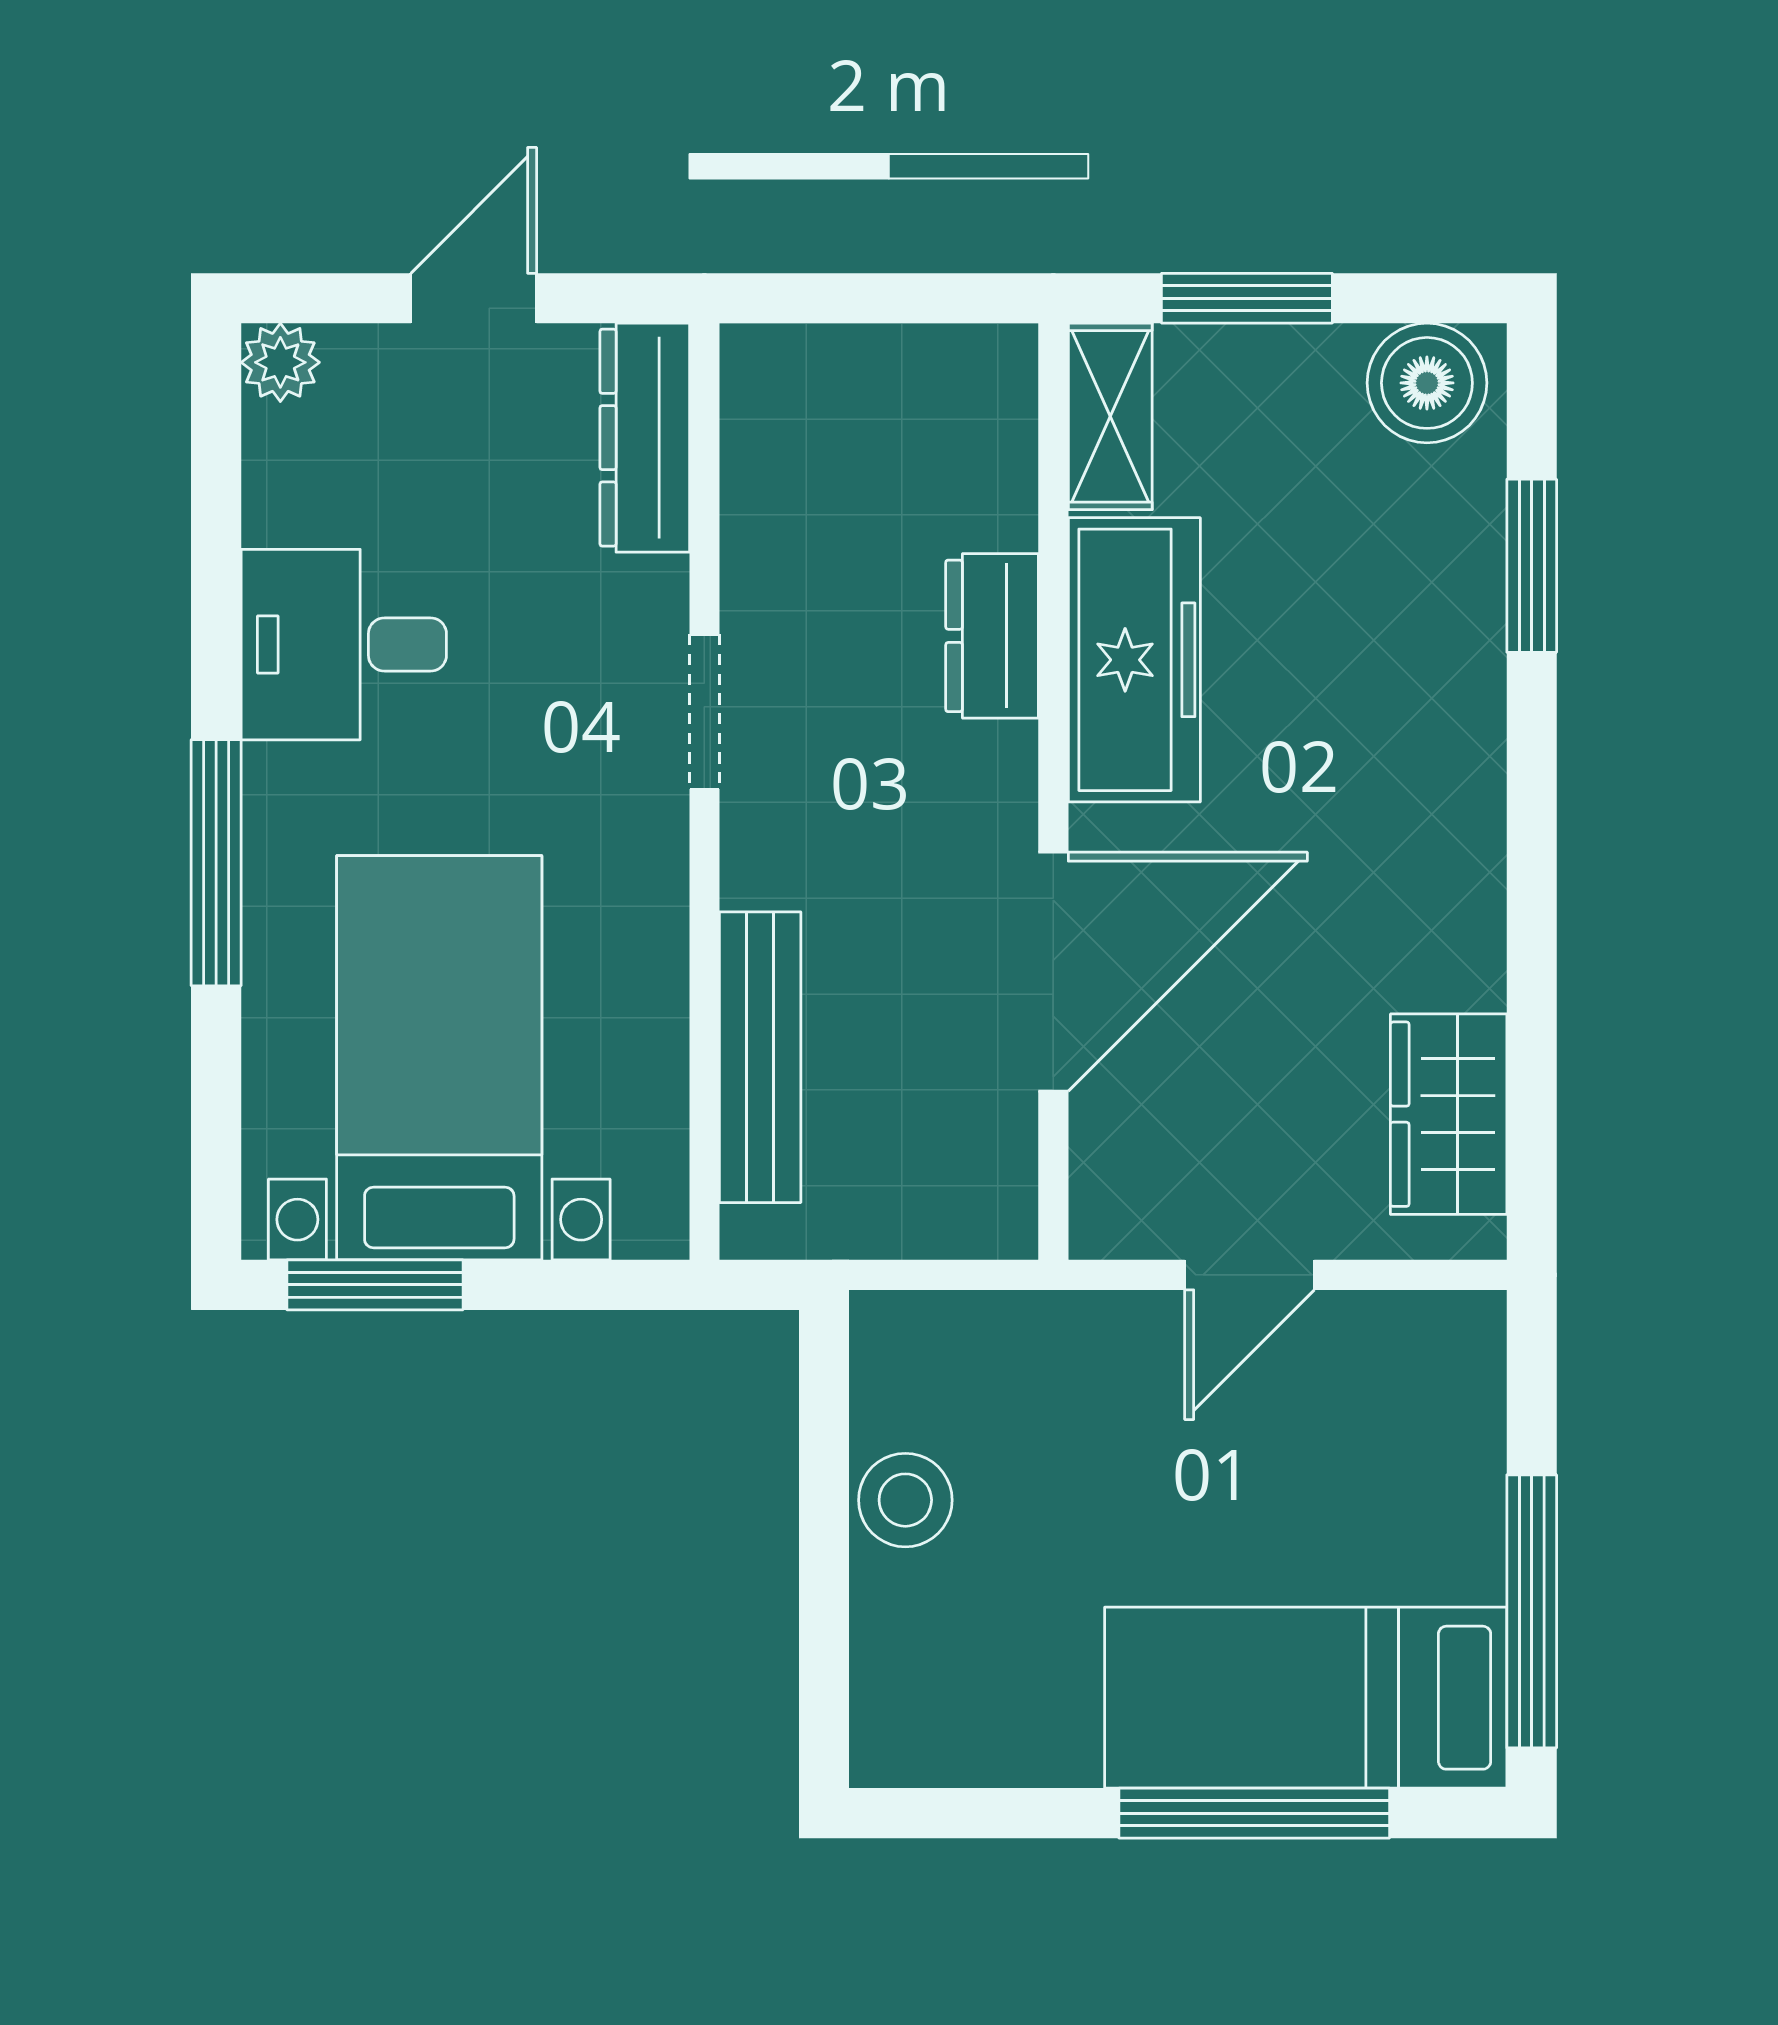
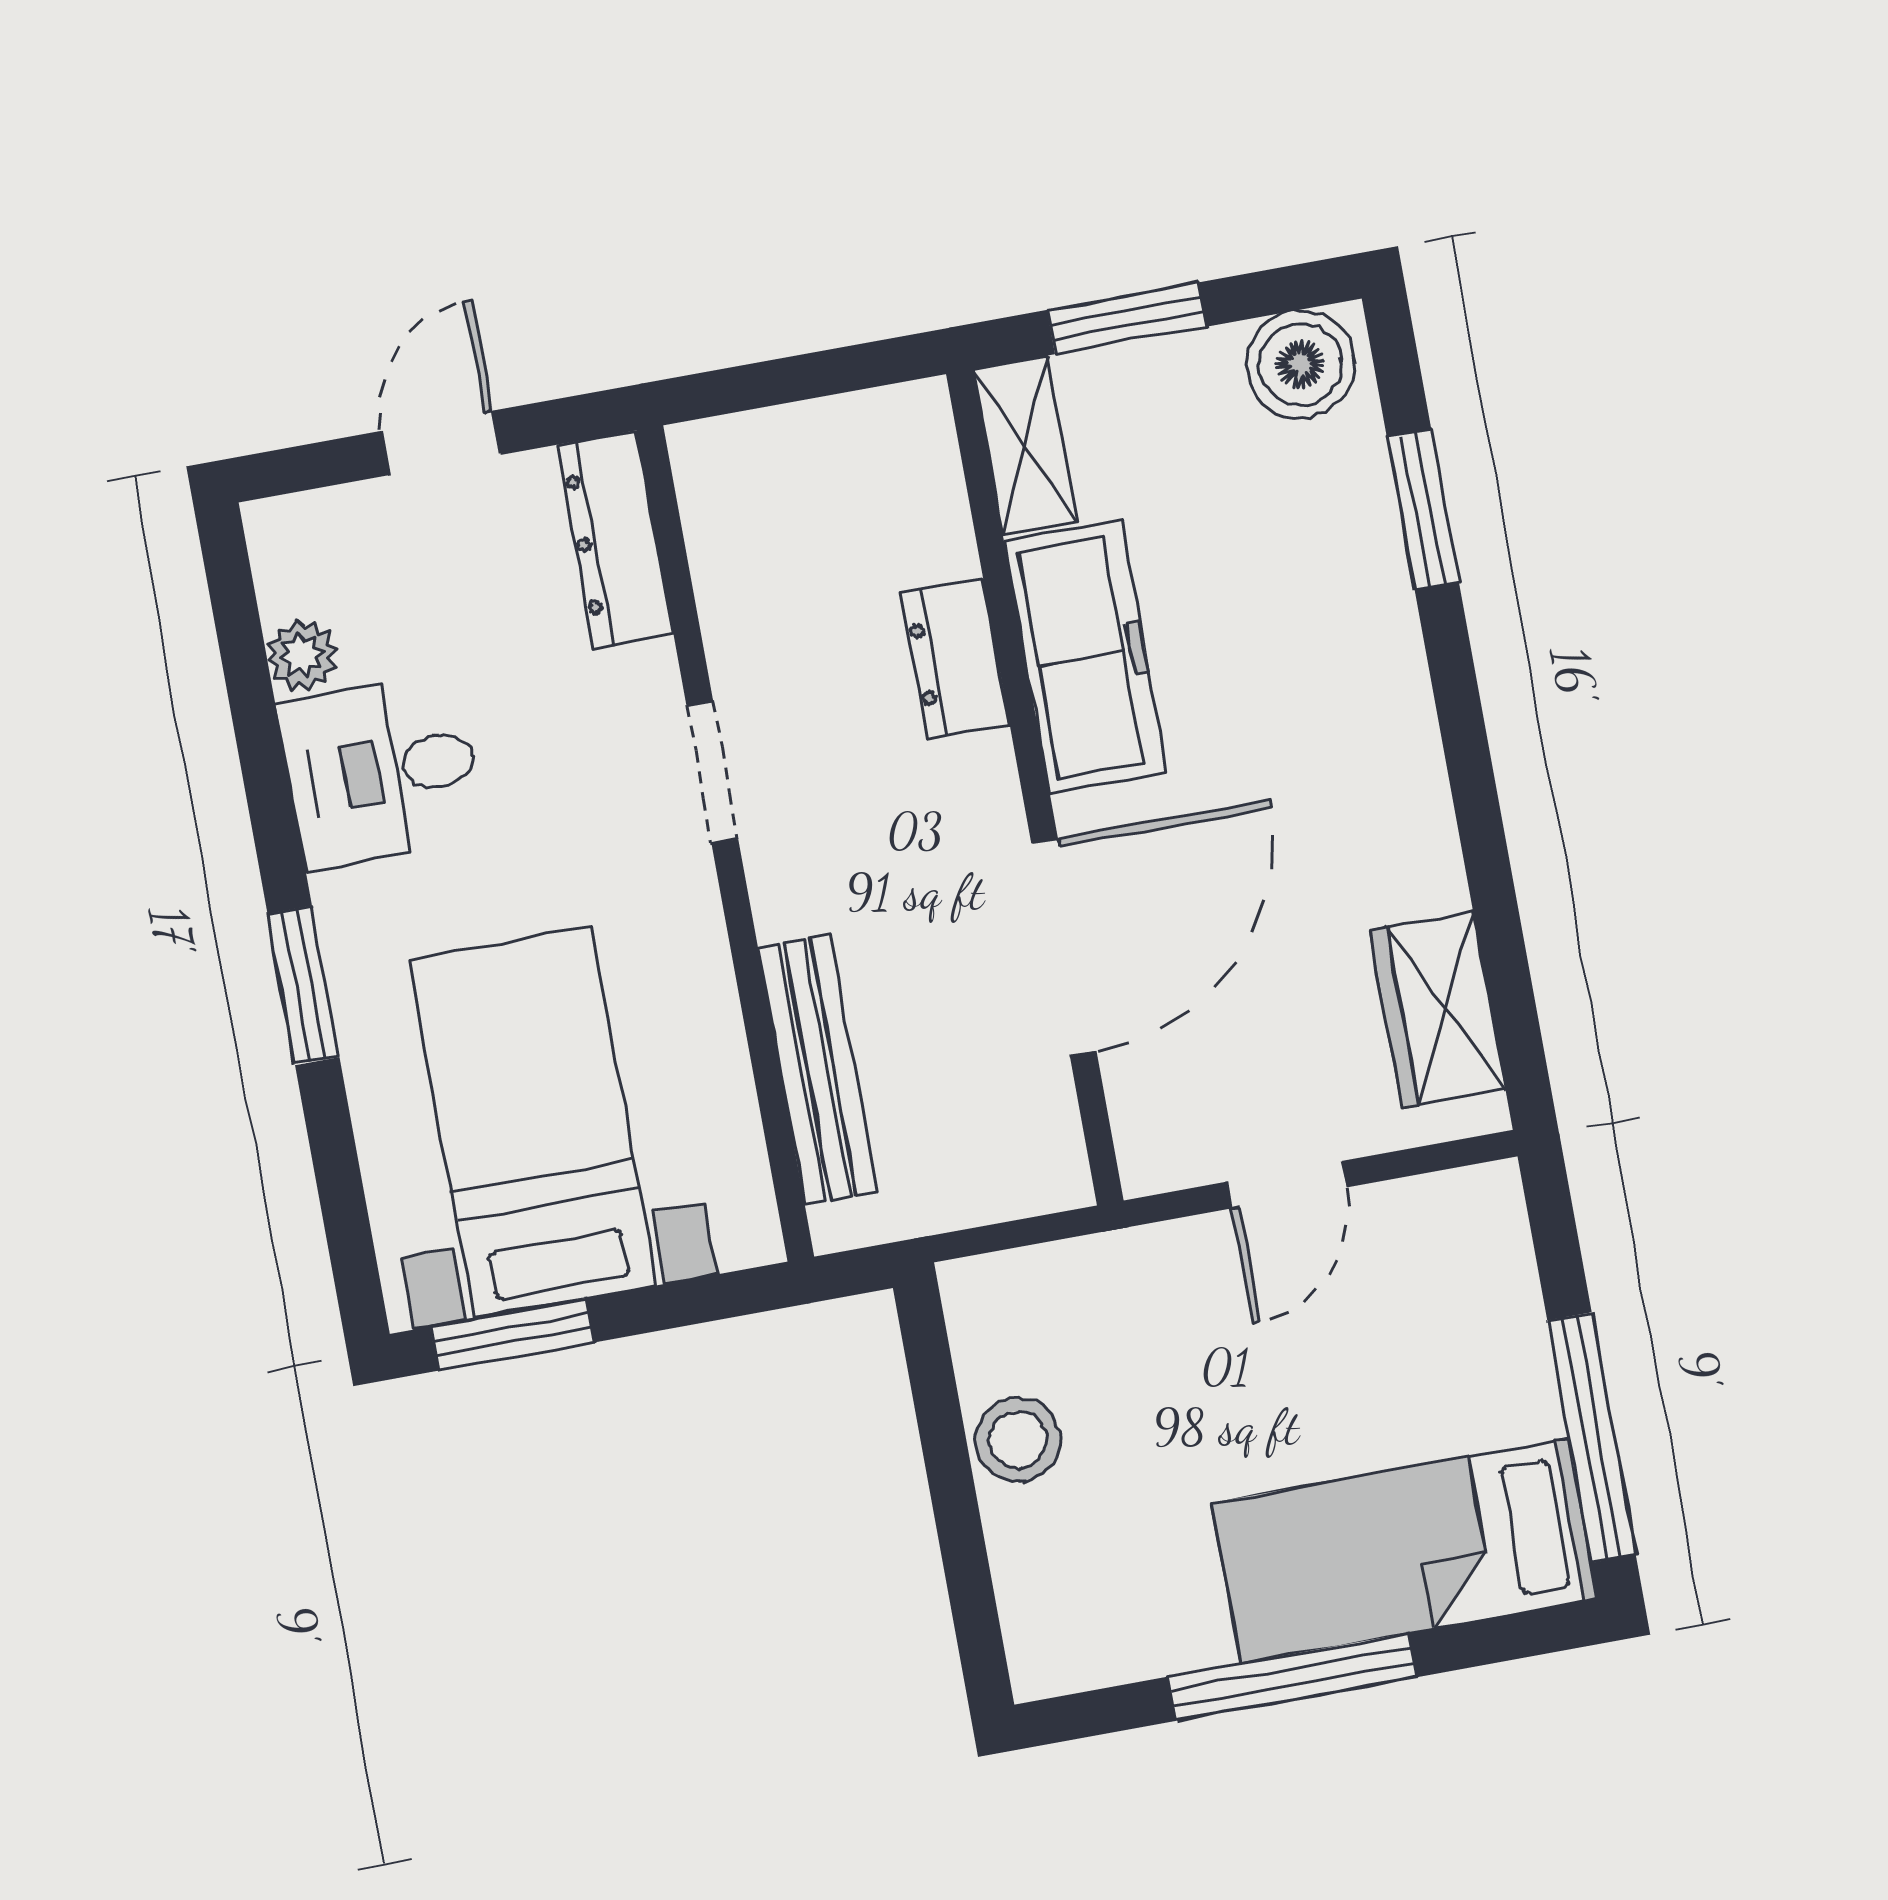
plant: (280, 362) -> (302, 655), moved
window: (216, 863) -> (303, 985), width x0.69
window: (1254, 1813) -> (1292, 1677), moved

